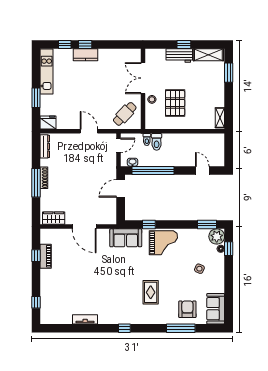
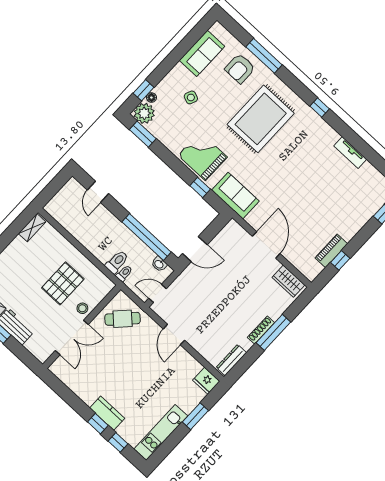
rug: (151, 292) -> (261, 119), width x1.86, depth x2.06
sofa: (216, 309) -> (202, 53), moved

